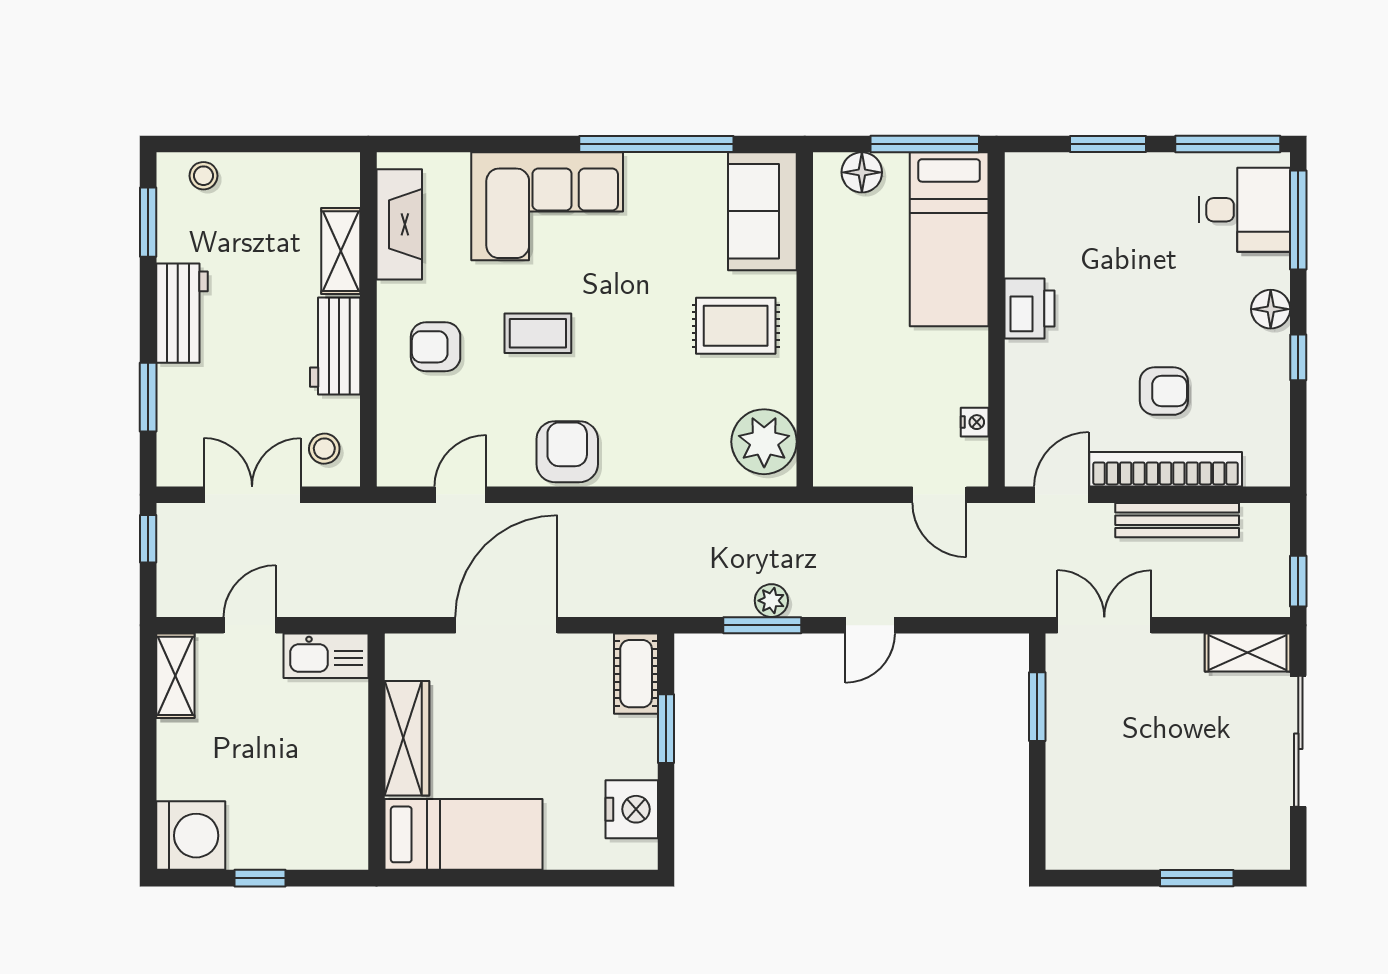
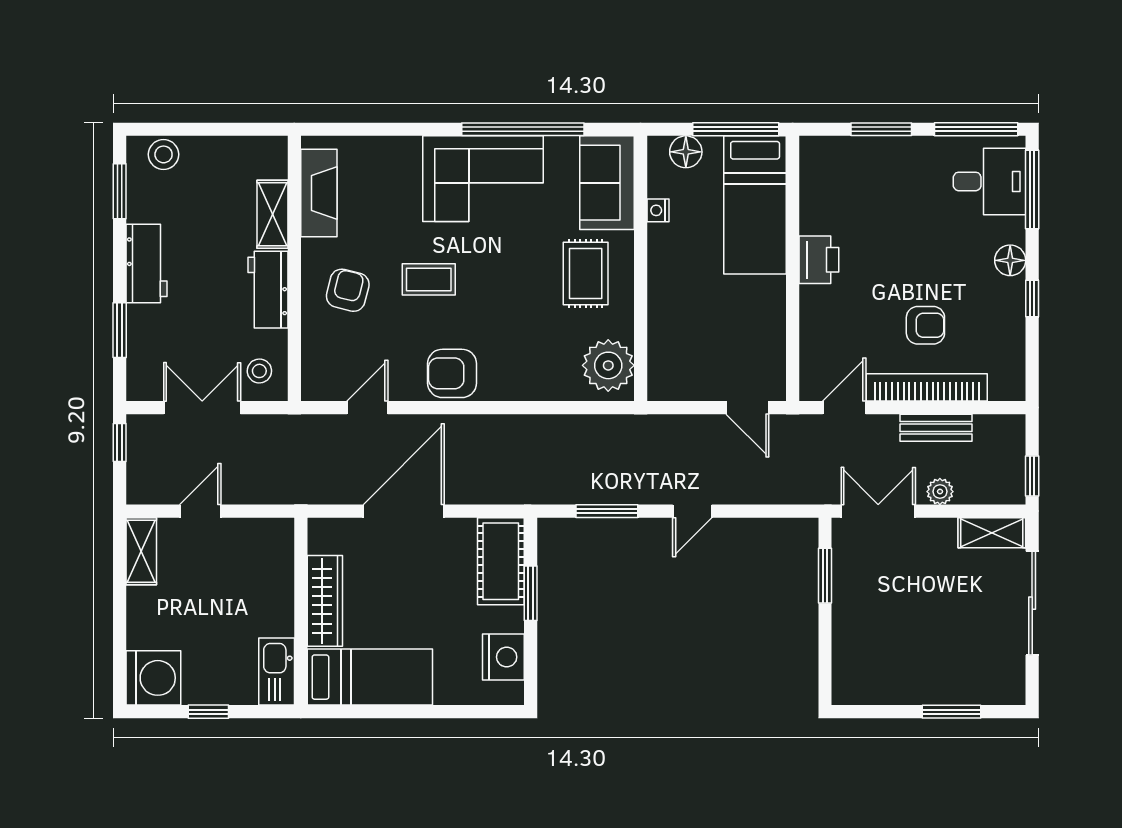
stool: (204, 176) -> (164, 154), width x1.37, depth x1.37
corner sofa: (547, 206) -> (483, 179), moved
rug: (736, 326) -> (586, 273), turned 90
armchair: (436, 347) -> (348, 290), turned 104
nightstand: (975, 422) -> (658, 210), moved, turned 180
armchair: (567, 452) -> (452, 373), turned -90
bench: (1177, 520) -> (936, 428), width x0.73
plant: (771, 601) -> (940, 492), moved
kitchen sink: (326, 656) -> (277, 672), moved, turned 90
cot: (636, 674) -> (501, 561), width x1.37, depth x1.34

